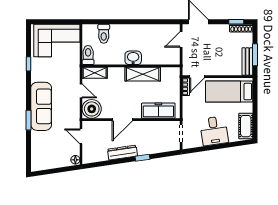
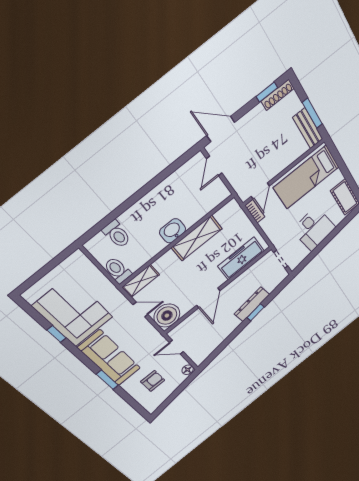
corner sofa: (57, 41) -> (73, 311), moved, turned -90
armchair: (51, 147) -> (153, 381), added
dresser: (122, 153) -> (252, 304), moved

